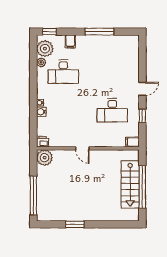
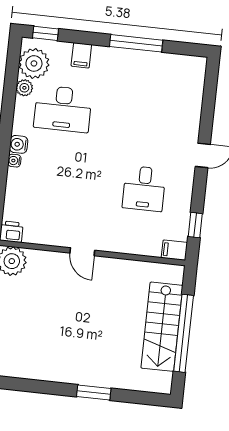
desk: (112, 110) -> (144, 189), width x0.73
water cooler: (41, 112) -> (19, 144), moved
window: (142, 116) -> (195, 225), moved
window: (75, 224) -> (94, 392), moved

